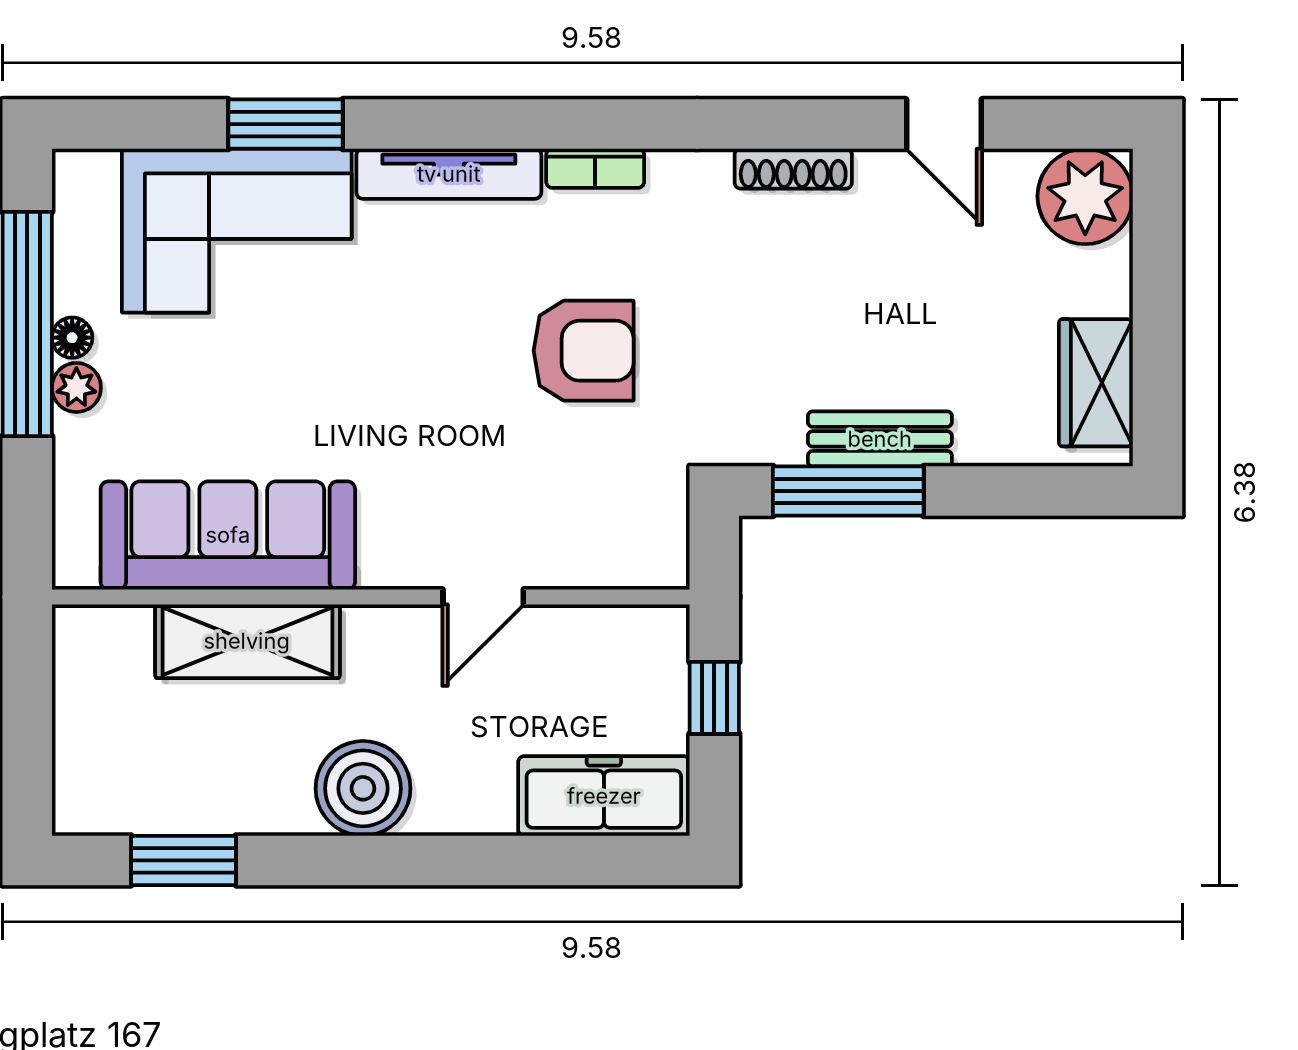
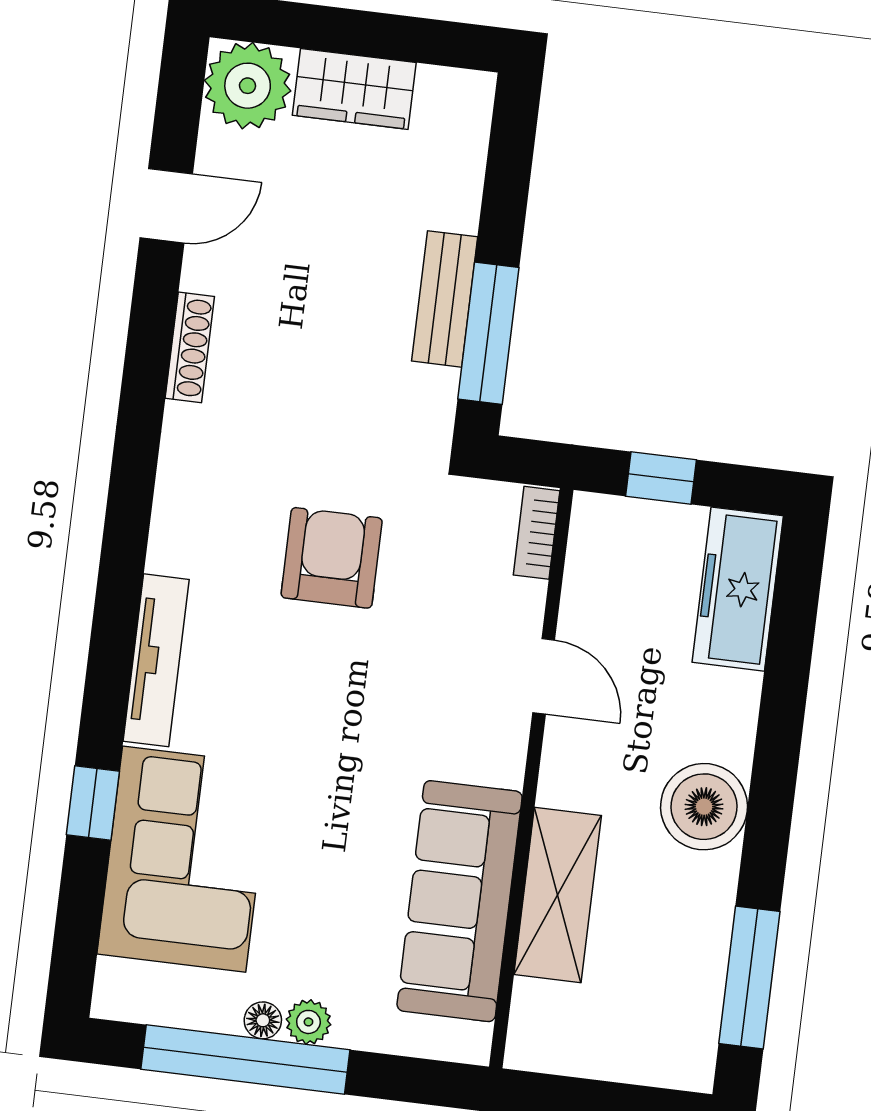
window: (285, 124) -> (93, 803), width x0.67
bookcase: (595, 168) -> (537, 533), moved, turned 180
wardrobe: (1096, 383) -> (354, 89), moved
window: (183, 860) -> (749, 978), width x1.44

